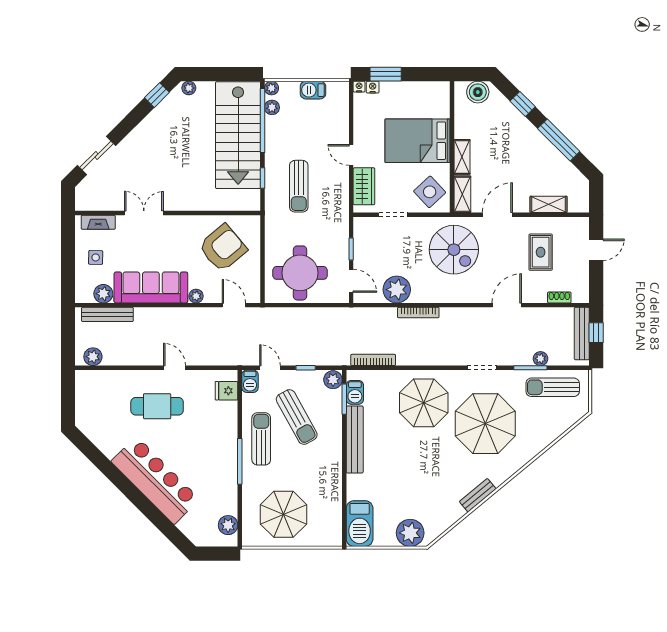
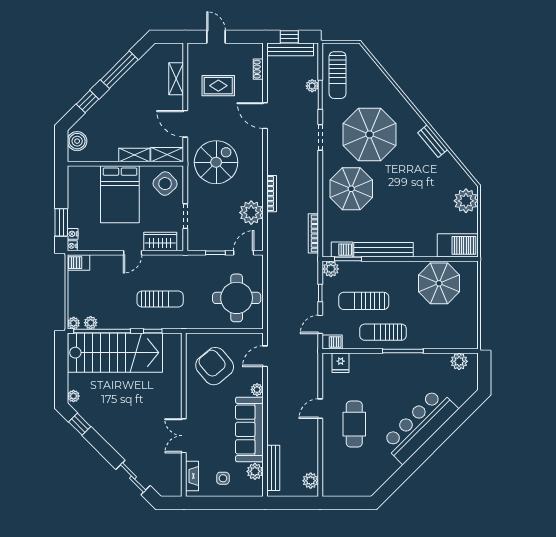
barbecue: (313, 90) -> (79, 263), moved, turned 90
sun lounger: (297, 417) -> (364, 301), turned -151
parasol: (284, 514) -> (439, 283), moved

